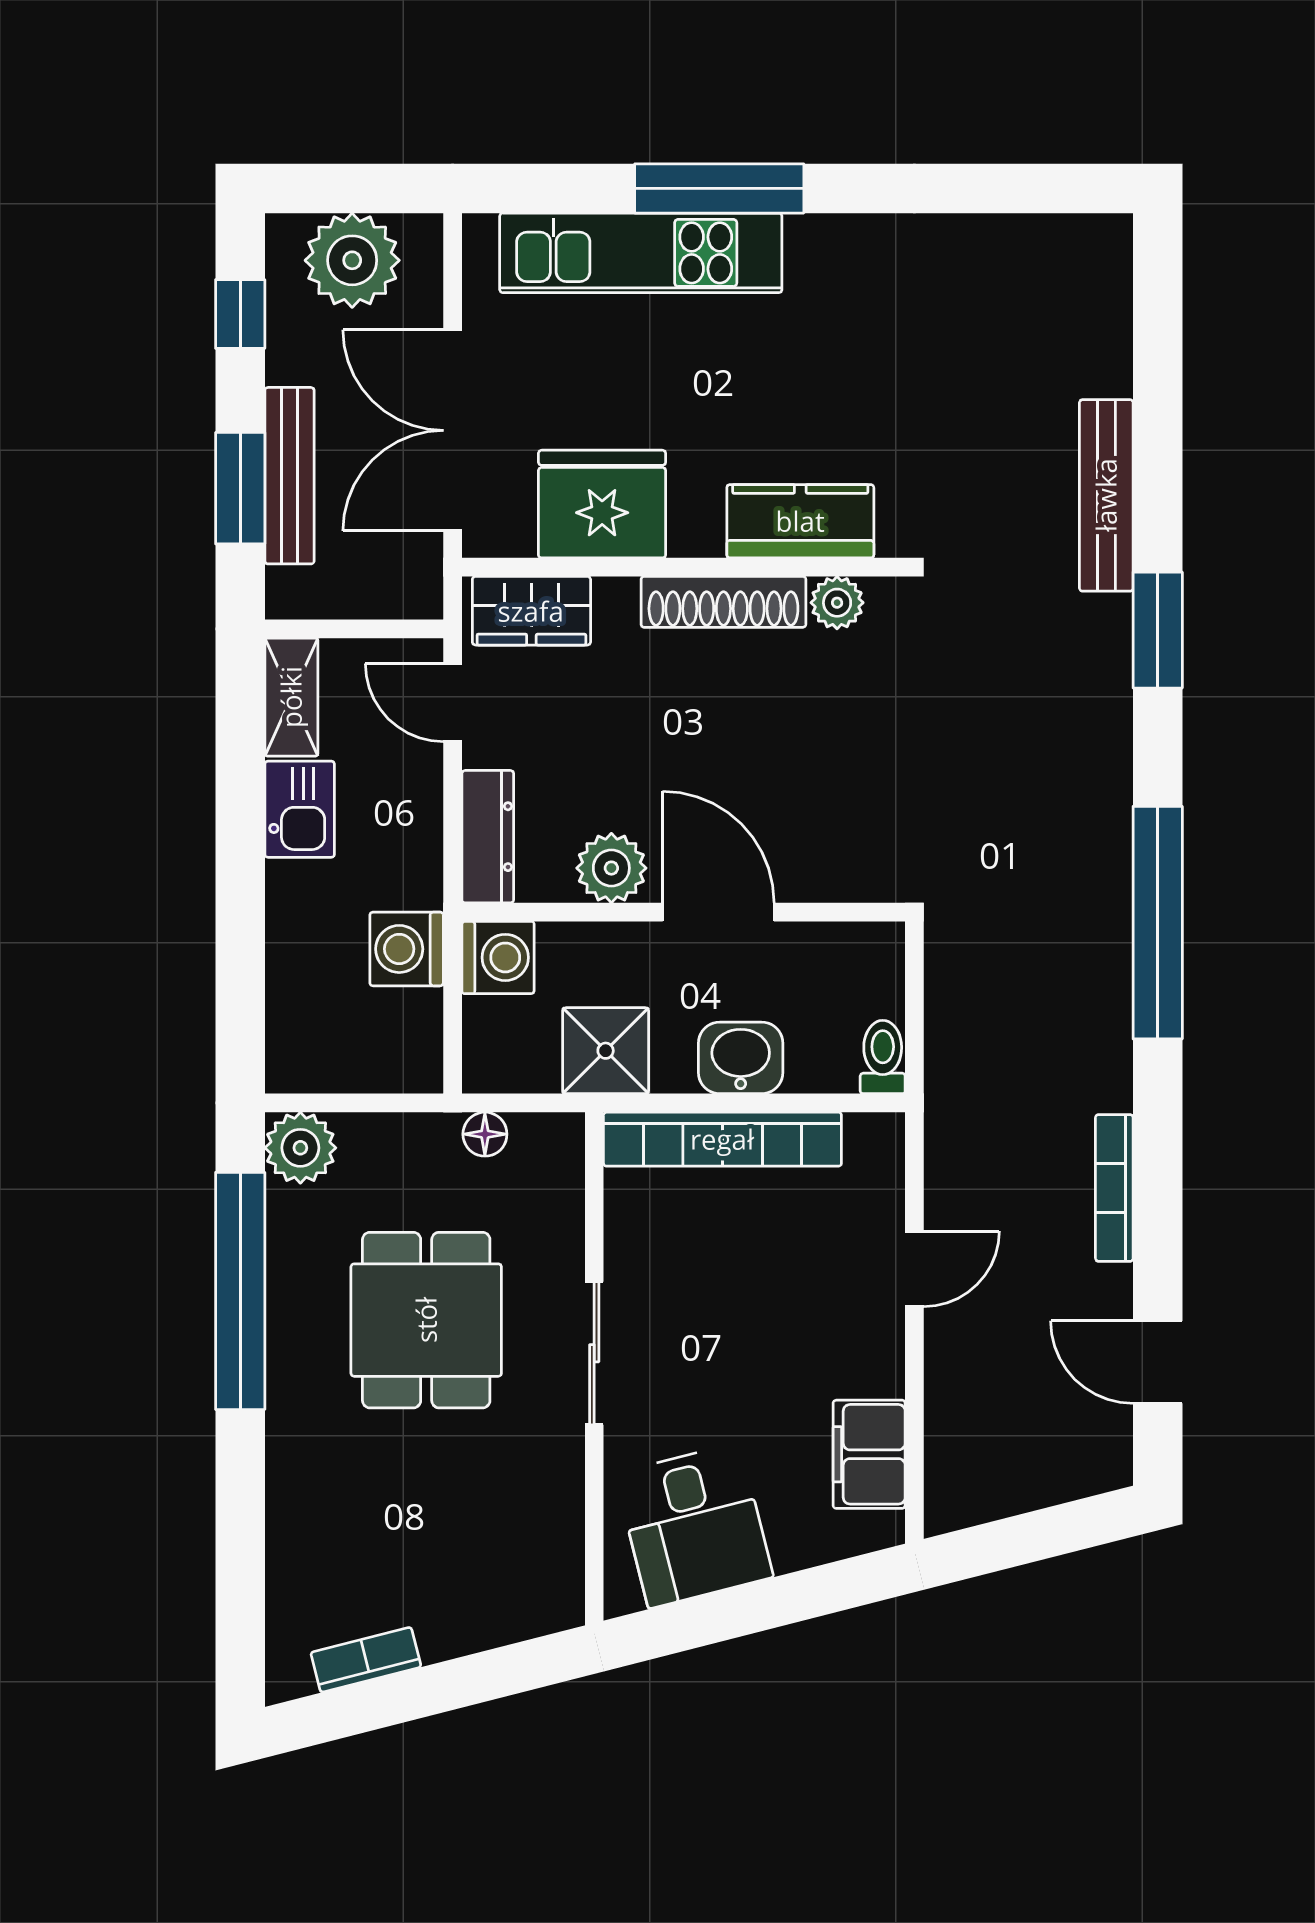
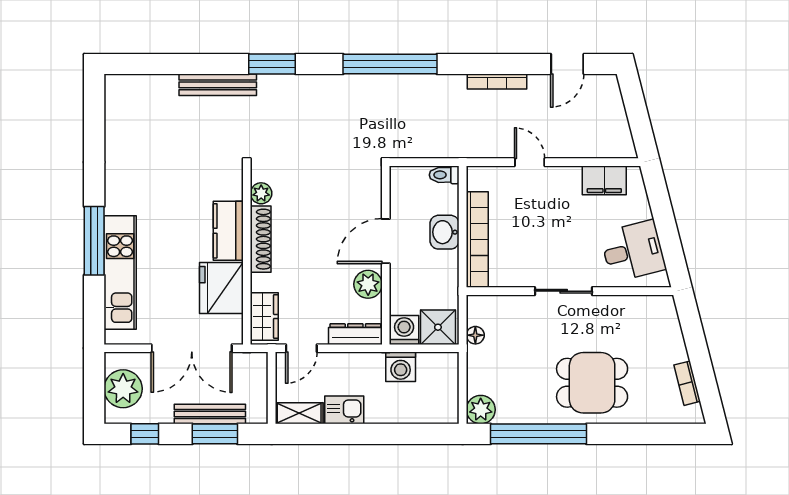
kitchen counter: (800, 521) -> (228, 231), moved
shower: (606, 1051) -> (438, 327), moved
dining table: (426, 1320) -> (592, 383), moved

